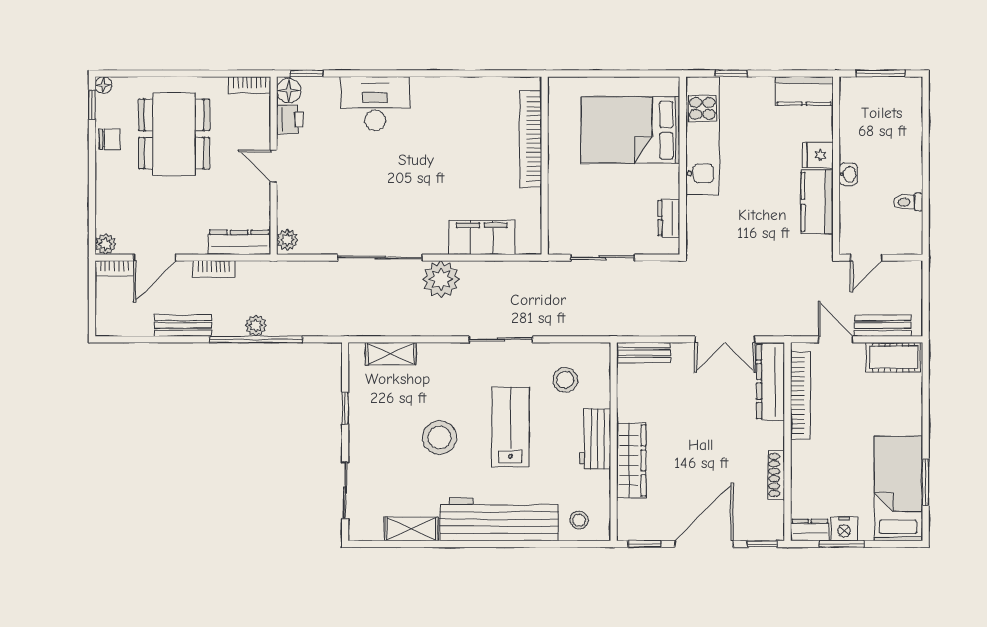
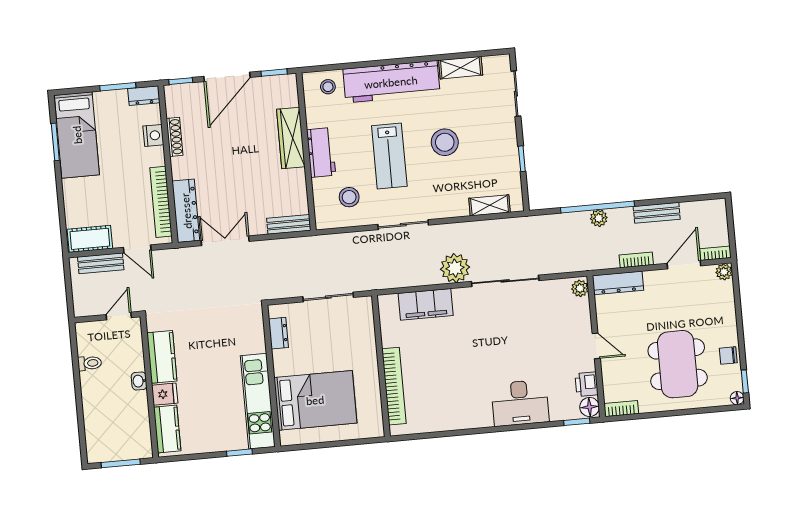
kitchen counter: (804, 91) -> (167, 429), moved, turned 90
nightstand: (844, 529) -> (153, 135), moved, turned 90

